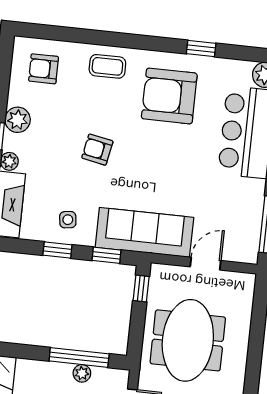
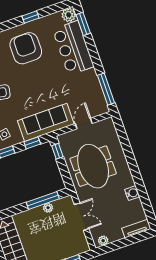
armchair: (169, 96) -> (26, 48), turned 90

